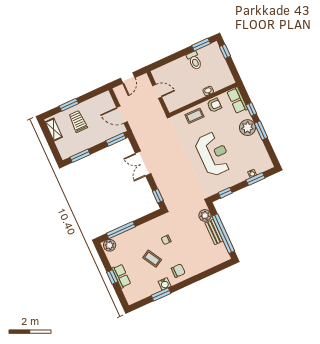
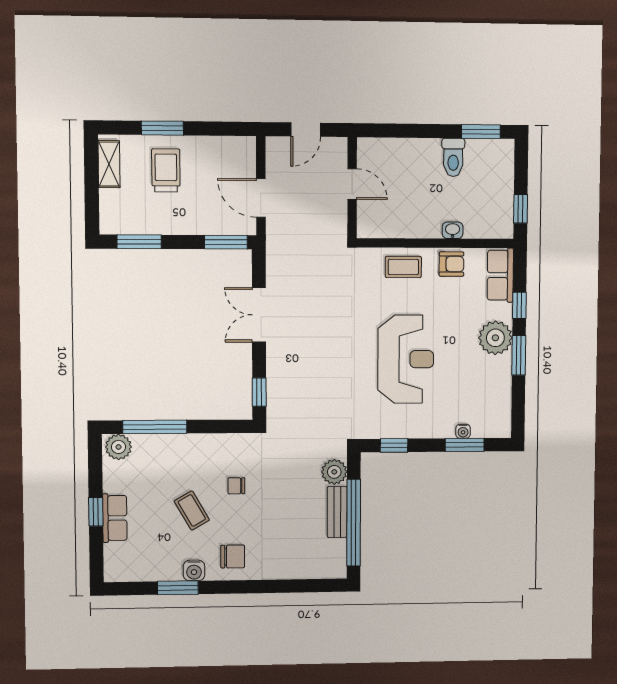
window: (225, 51) -> (521, 209), moved

